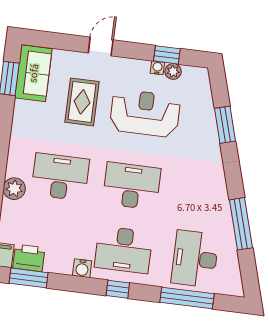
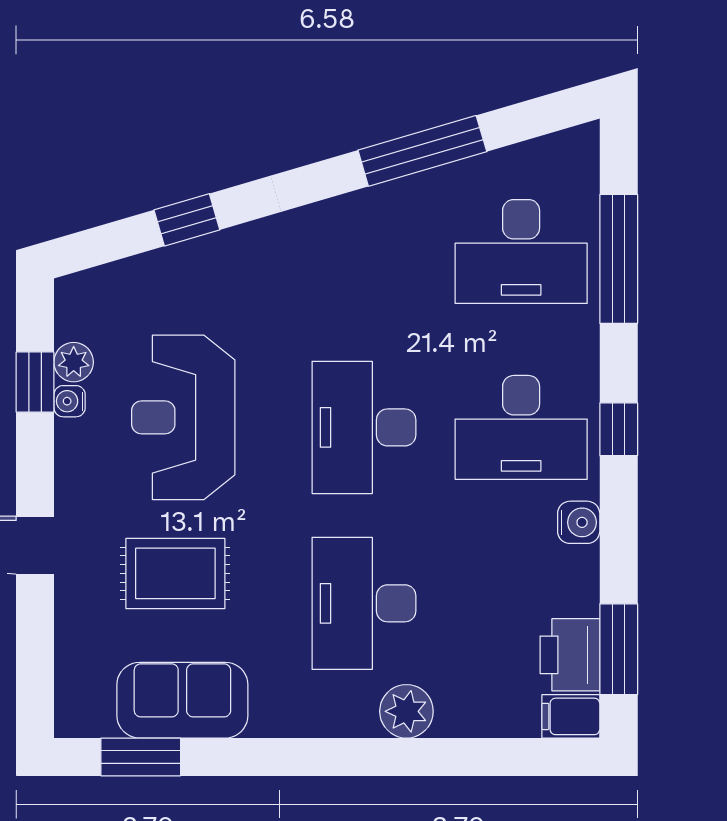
sofa: (33, 73) -> (182, 700), moved
window: (225, 125) -> (187, 220), width x0.67
desk: (124, 250) -> (521, 427), turned 90

